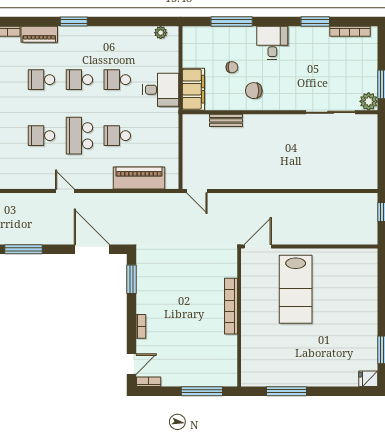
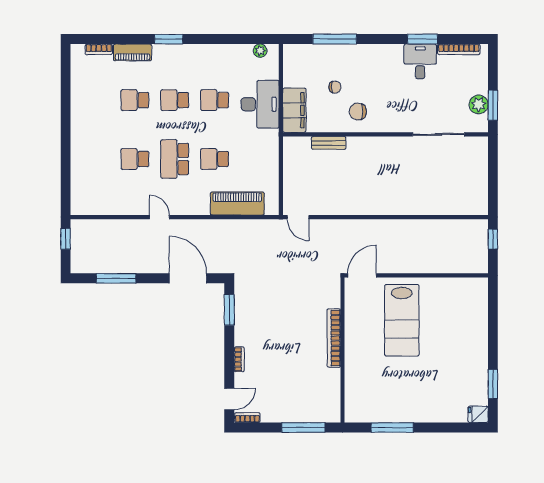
desk: (272, 43) -> (420, 61), moved
desk: (161, 90) -> (260, 104), width x1.37
plant: (369, 101) -> (479, 104), moved

